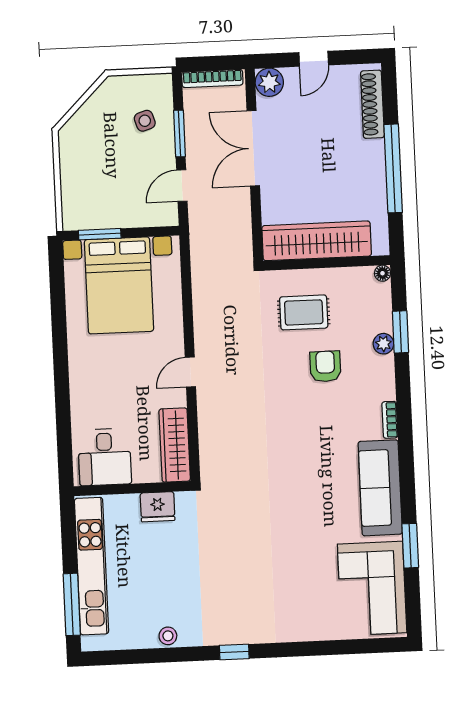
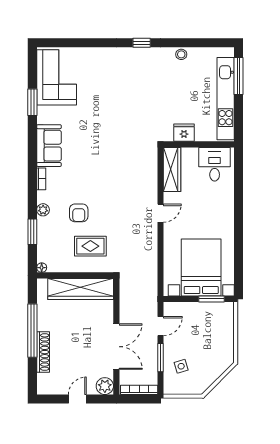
shoe rack: (372, 104) -> (43, 352), moved
plant: (383, 344) -> (43, 210), moved
sofa: (380, 488) -> (49, 146), width x0.73

